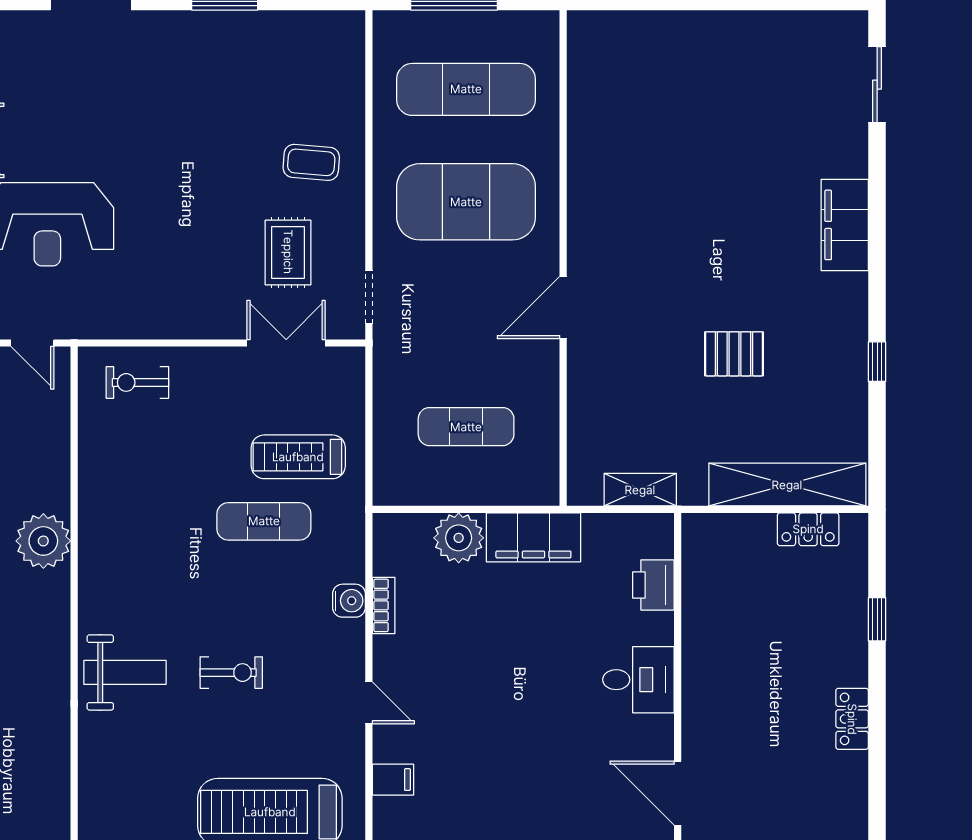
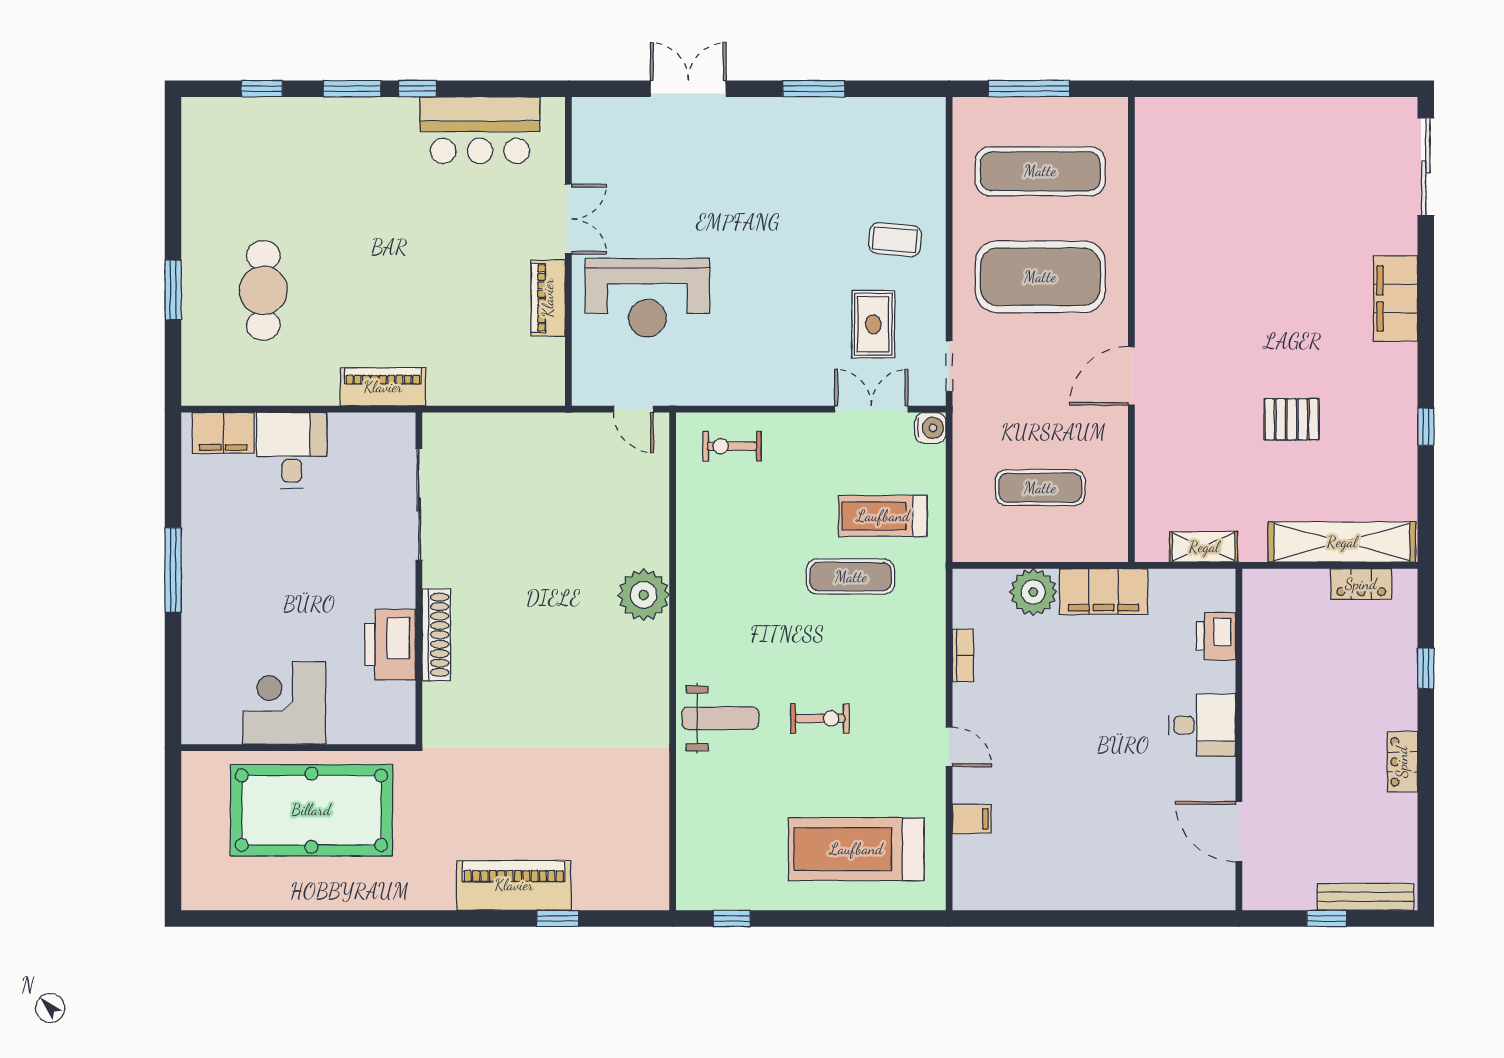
sliding door: (877, 85) -> (1426, 167), width x1.37
water cooler: (349, 601) -> (930, 428), moved

